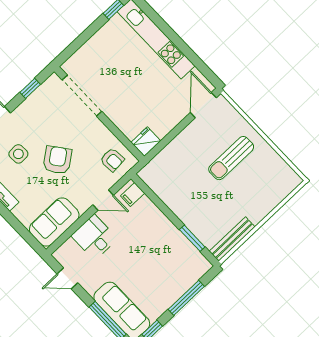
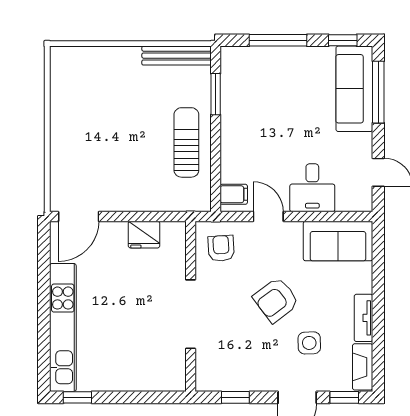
doorway: (82, 96) -> (191, 314), moved
fridge: (146, 142) -> (144, 235), moved
sun lounger: (231, 158) -> (186, 142), moved, turned -90

